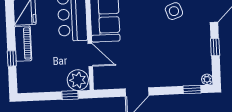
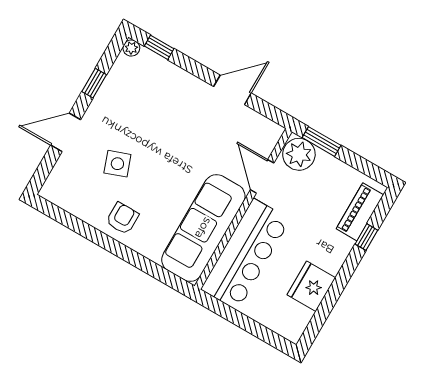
piano: (23, 44) -> (360, 212), moved
window: (70, 95) -> (321, 141), width x1.50

